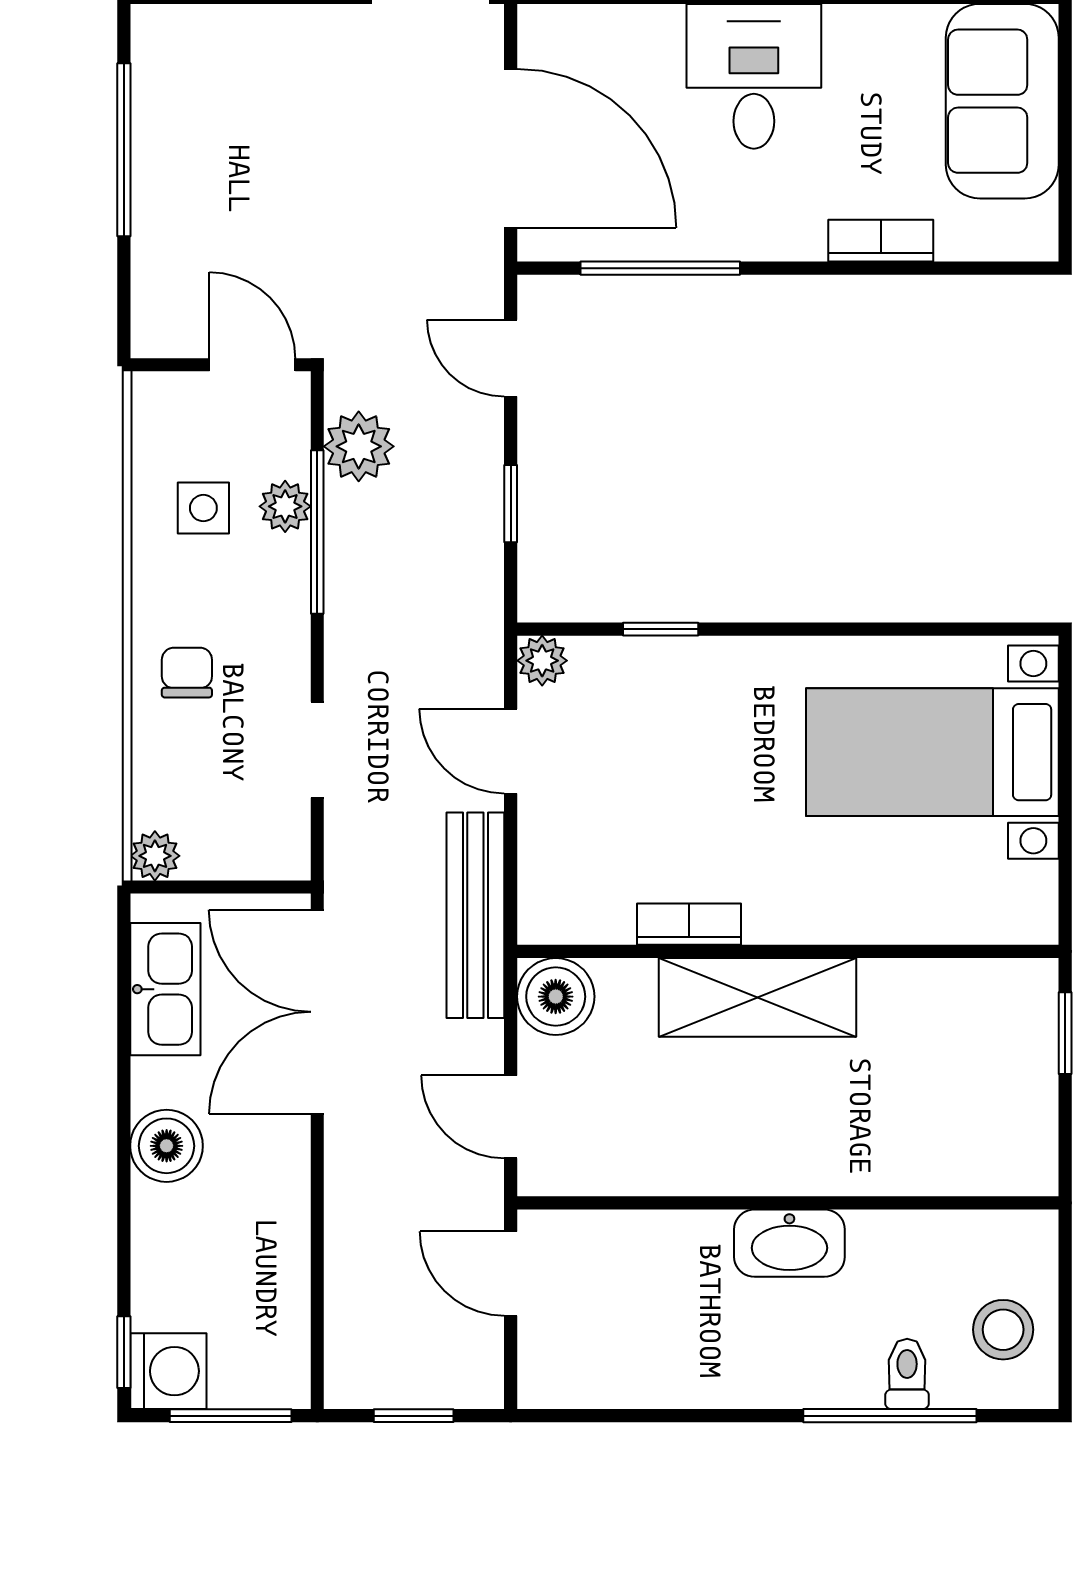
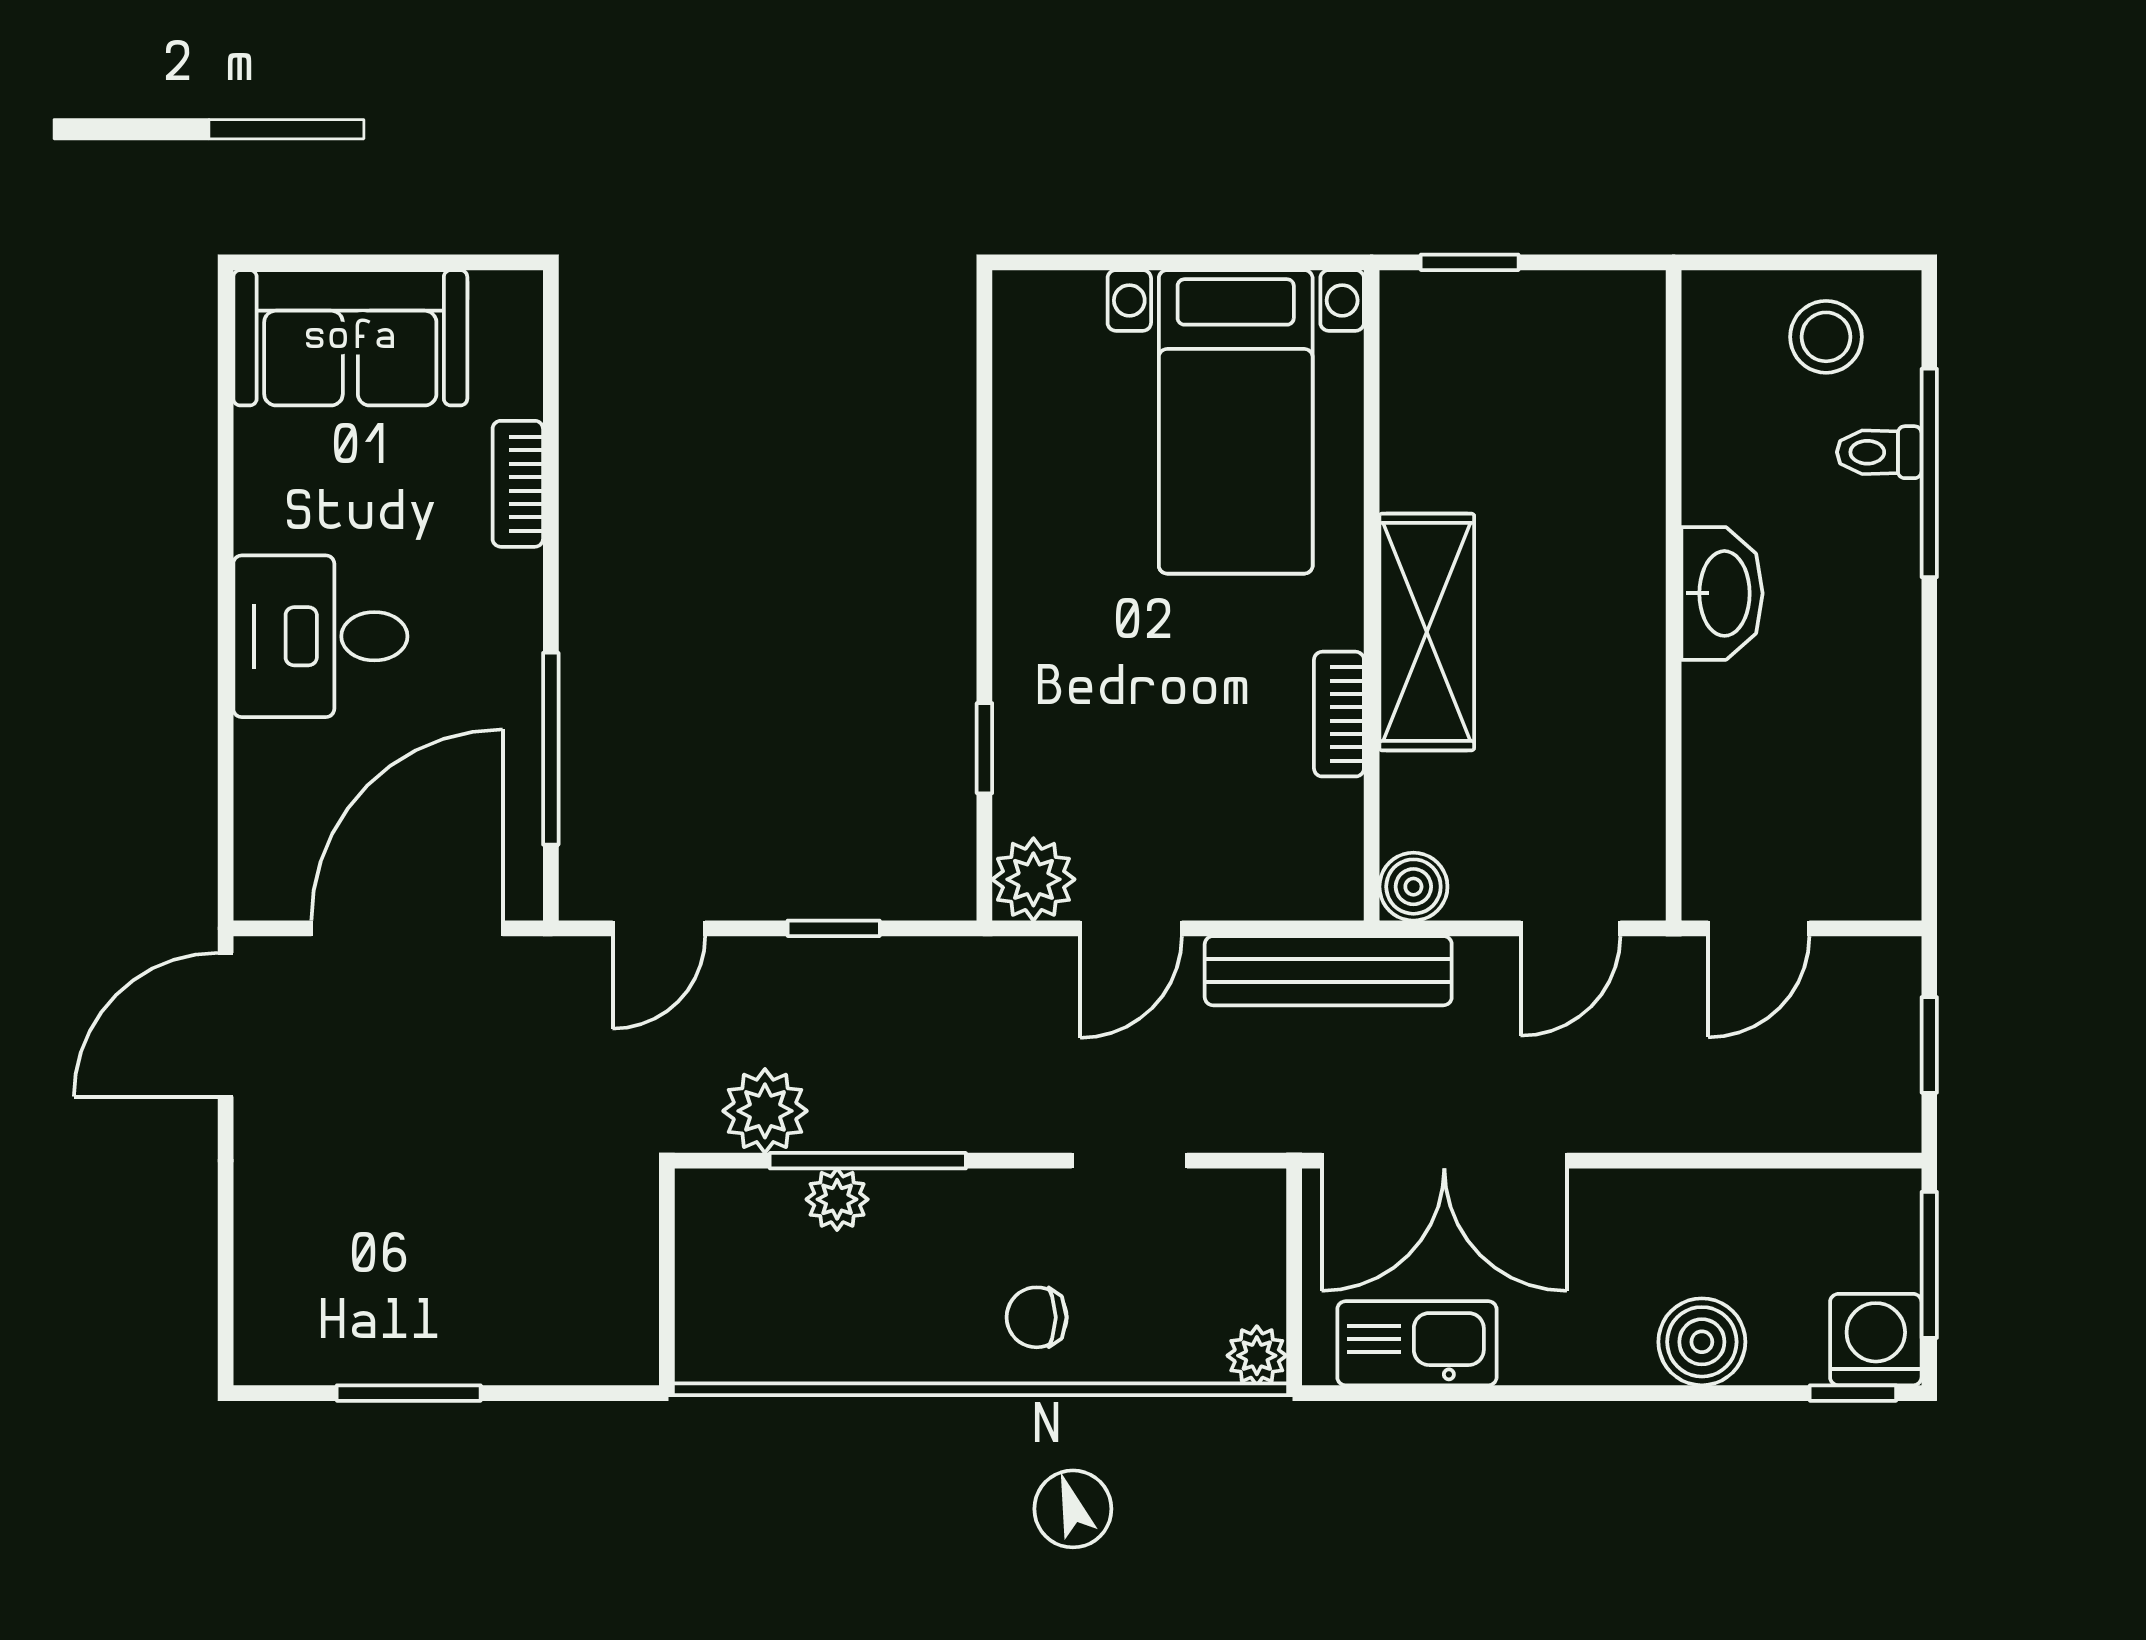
window: (124, 150) -> (409, 1393), width x0.69
door: (252, 365) -> (667, 1239), removed
side table: (203, 508) -> (839, 1297), removed
plant: (542, 661) -> (1033, 879), width x1.38, depth x1.38
bed with nightstands: (932, 752) -> (1236, 422), moved
boiler: (556, 997) -> (1413, 887), width x0.73, depth x0.73
boiler: (167, 1146) -> (1702, 1342), moved

